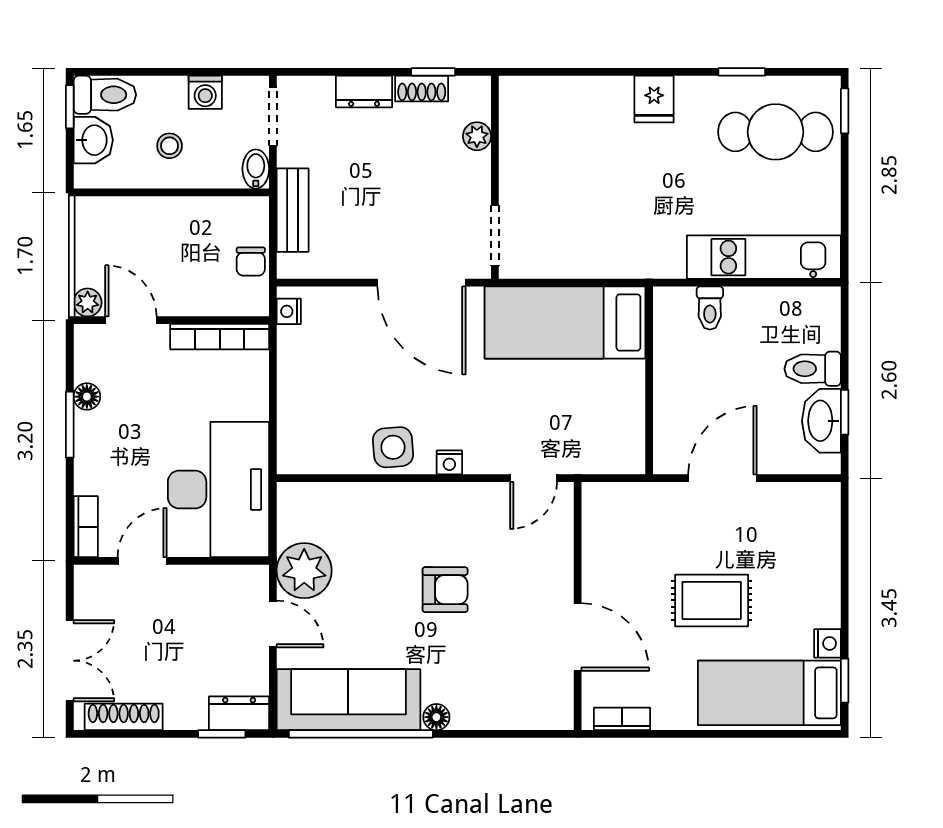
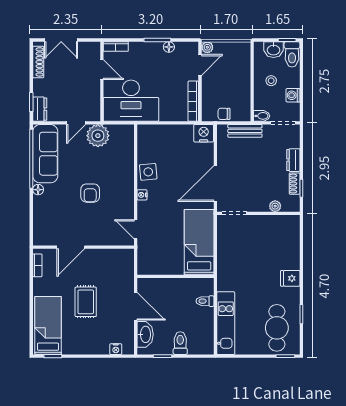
nightstand: (289, 311) -> (204, 133), width x1.89, depth x1.79
washbasin: (821, 421) -> (145, 334), moved, turned 90
nightstand: (827, 643) -> (116, 349), moved

